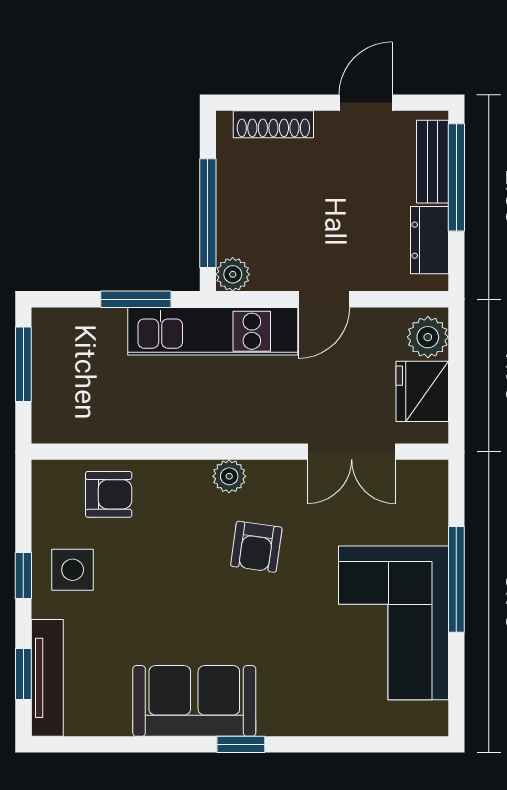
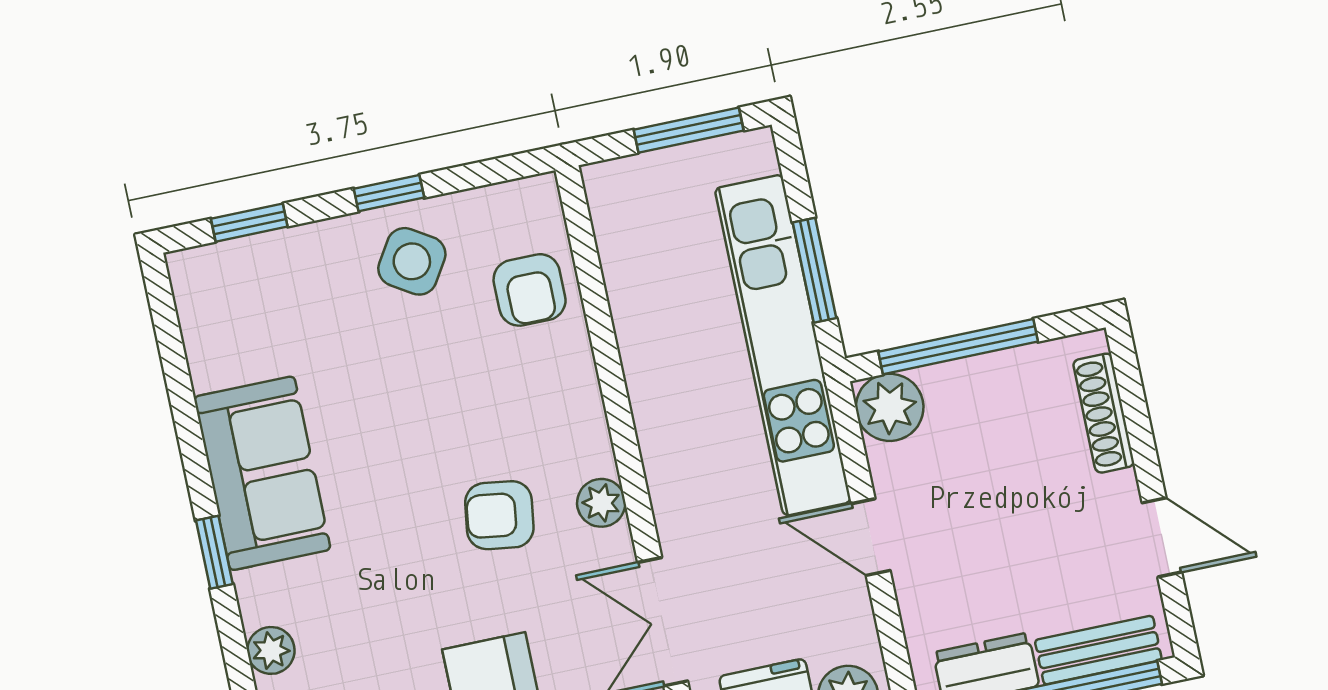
plant: (233, 274) -> (890, 407), width x1.38, depth x1.38
kitchen unit: (213, 331) -> (783, 345), width x1.36
plant: (229, 476) -> (601, 503), moved
side table: (73, 570) -> (412, 261), turned 32
tv unit: (47, 678) -> (251, 258), removed
plant: (315, 720) -> (271, 650), added

